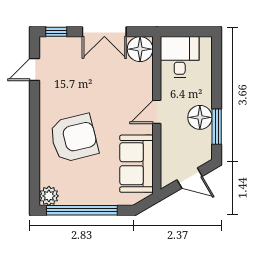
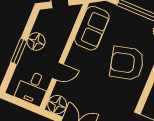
door: (157, 112) -> (58, 71), moved
window: (217, 127) -> (19, 51), moved

